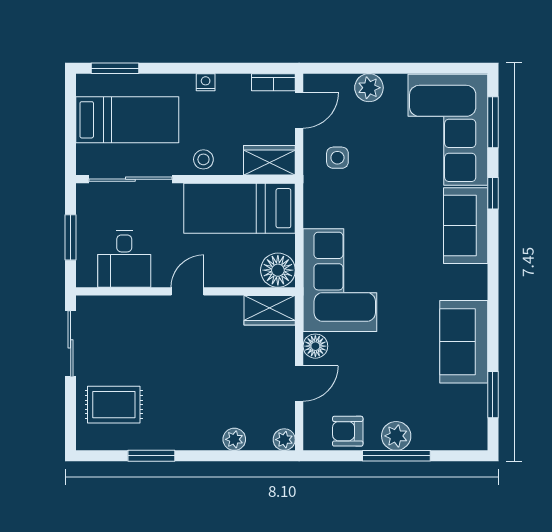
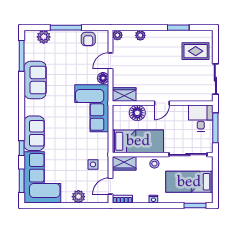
window: (71, 237) -> (215, 128), width x1.44
desk: (124, 259) -> (201, 118), moved
floor lamp: (278, 270) -> (137, 113), moved
window: (493, 395) -> (22, 56), width x1.44
armchair: (348, 431) -> (88, 39), turned 90
plant: (396, 436) -> (44, 37), moved

